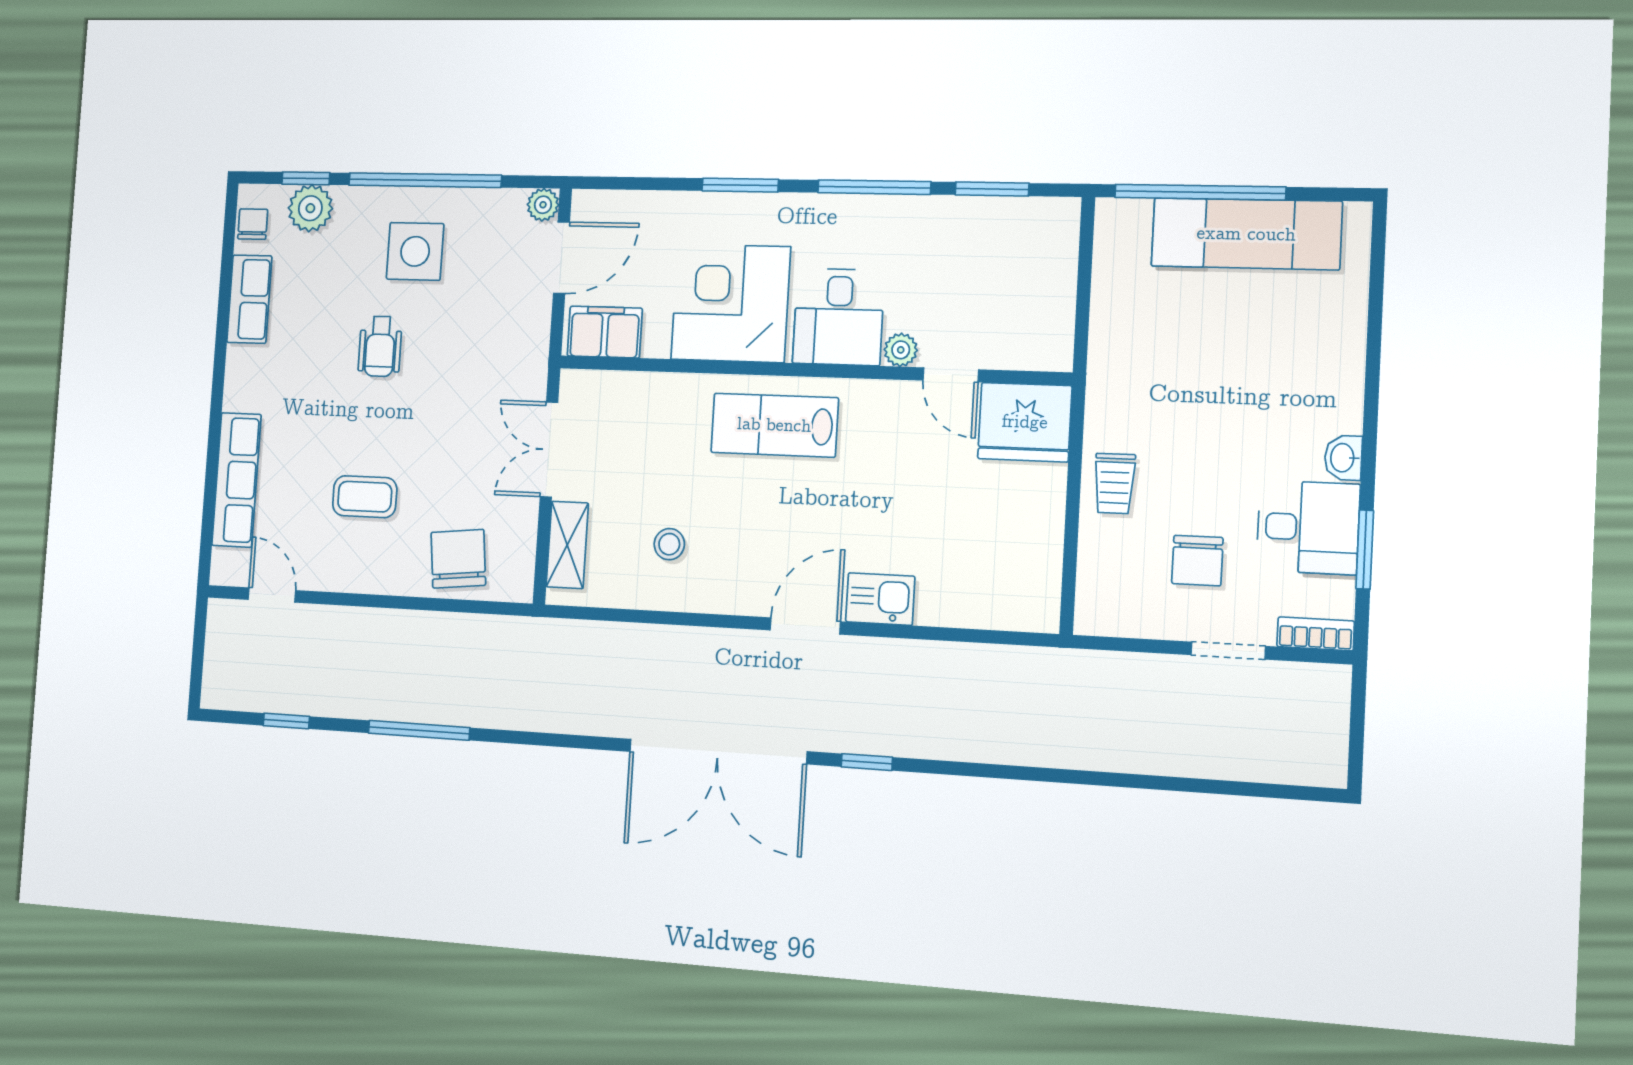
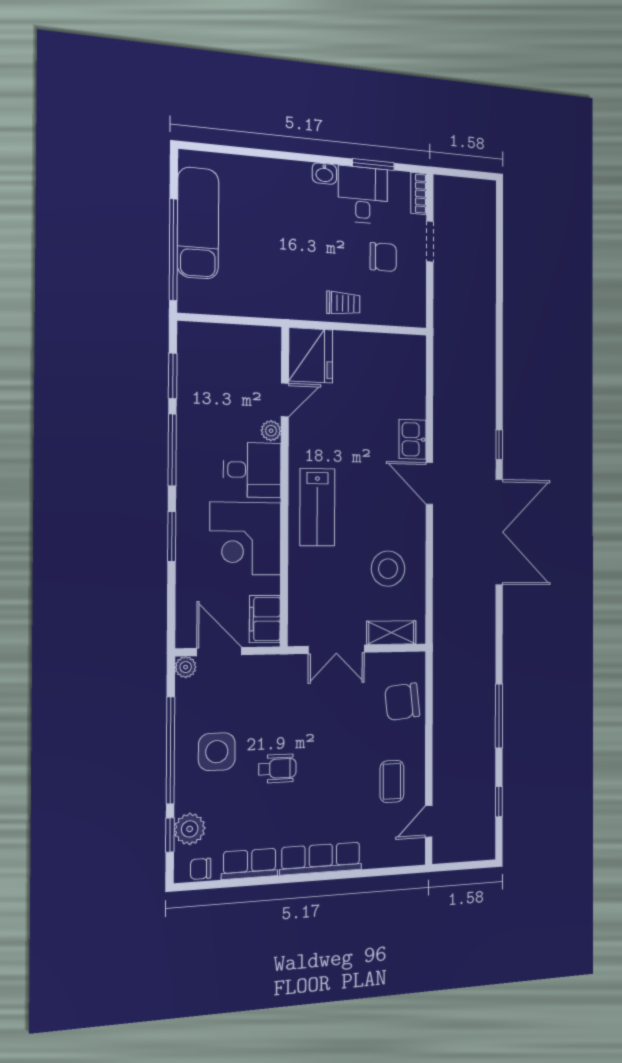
row of seats: (236, 480) -> (321, 859), moved
coffee table: (365, 497) -> (392, 781), moved
stool: (669, 544) -> (388, 569), width x1.89, depth x1.89

